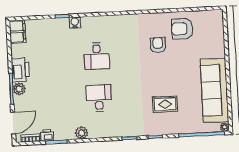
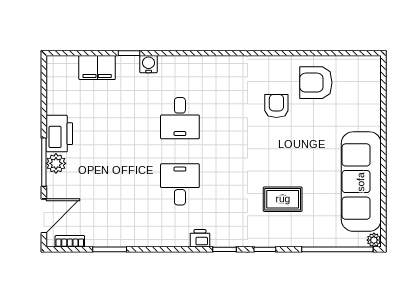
filing cabinet: (18, 32) -> (97, 68), moved, turned 90
plant: (82, 133) -> (150, 237), removed
printer: (47, 135) -> (200, 238), moved

